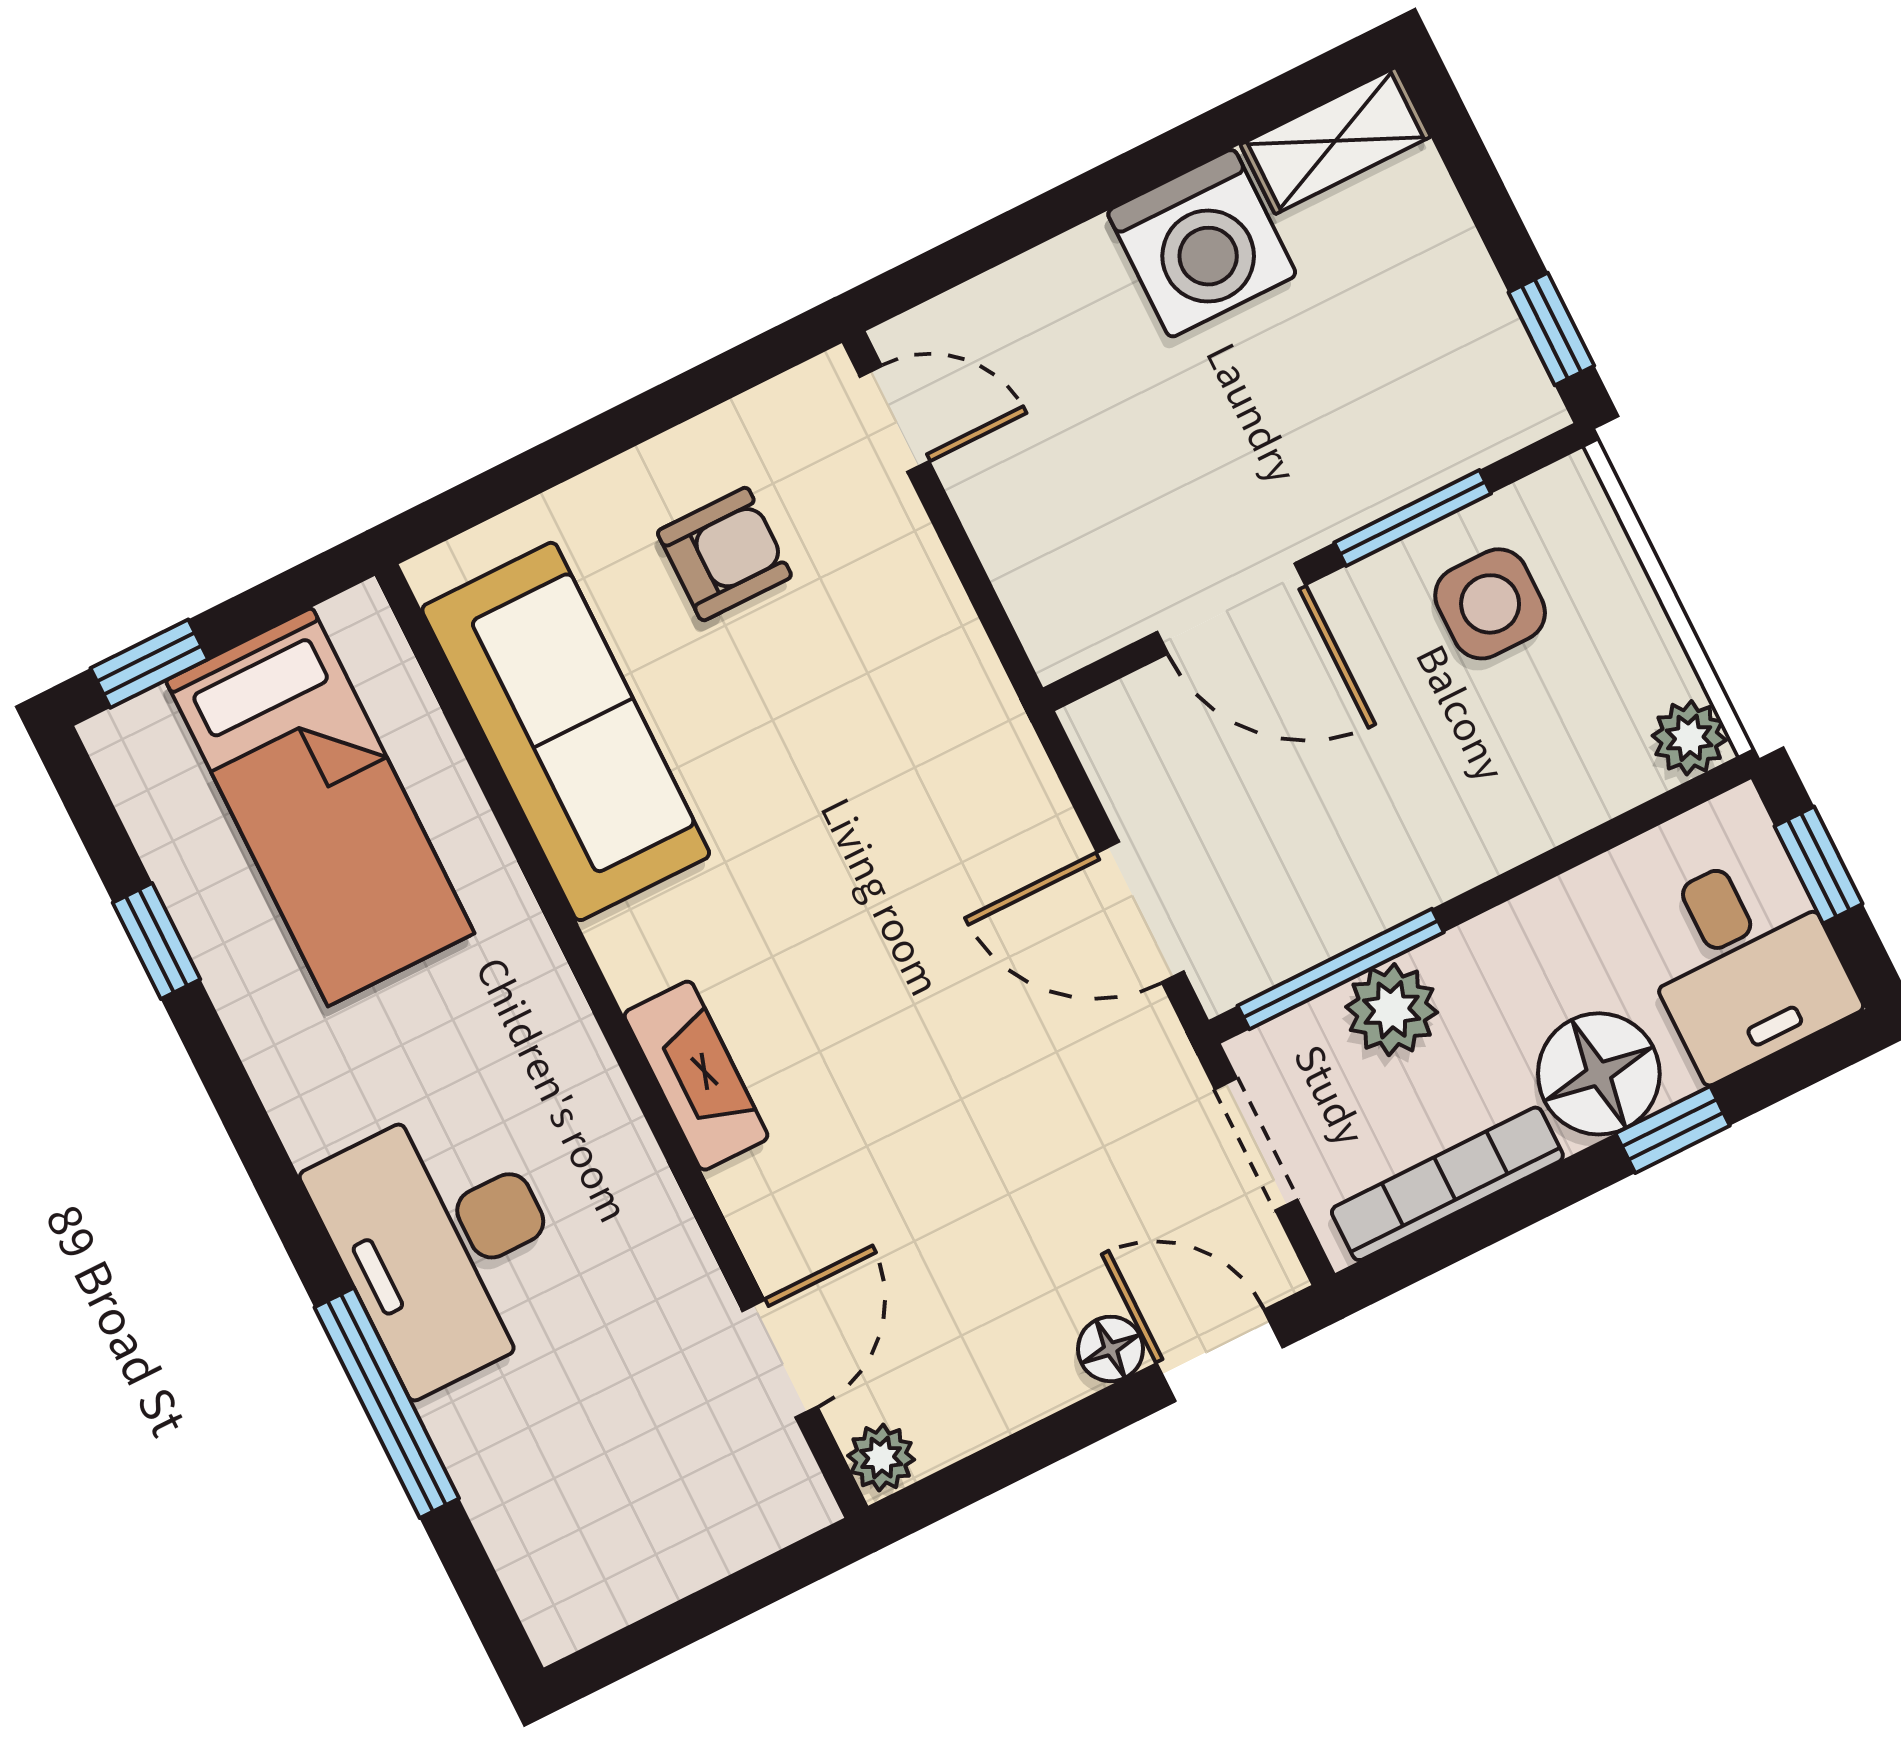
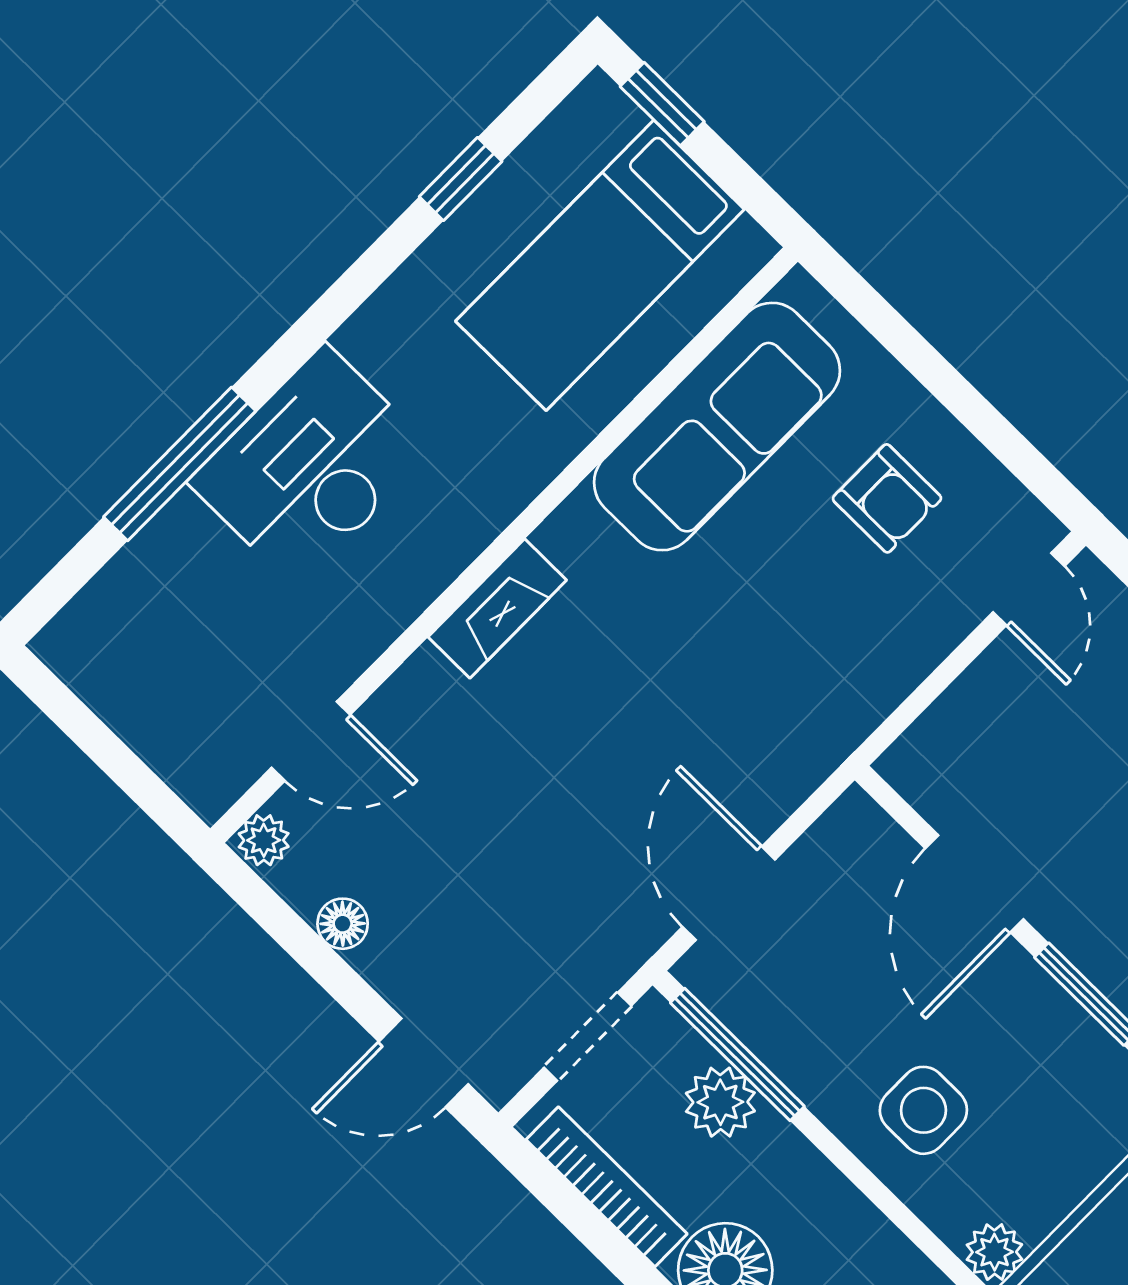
side table: (1490, 604) -> (923, 1110), moved
floor lamp: (1111, 1349) -> (343, 924), moved
door: (1220, 1355) -> (424, 1063), swing flipped

